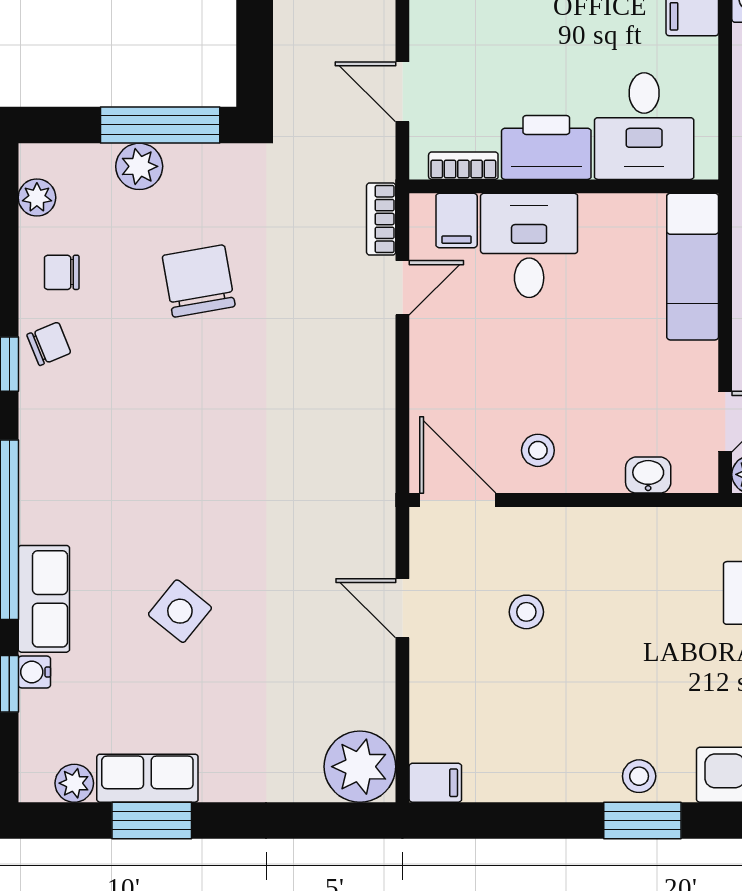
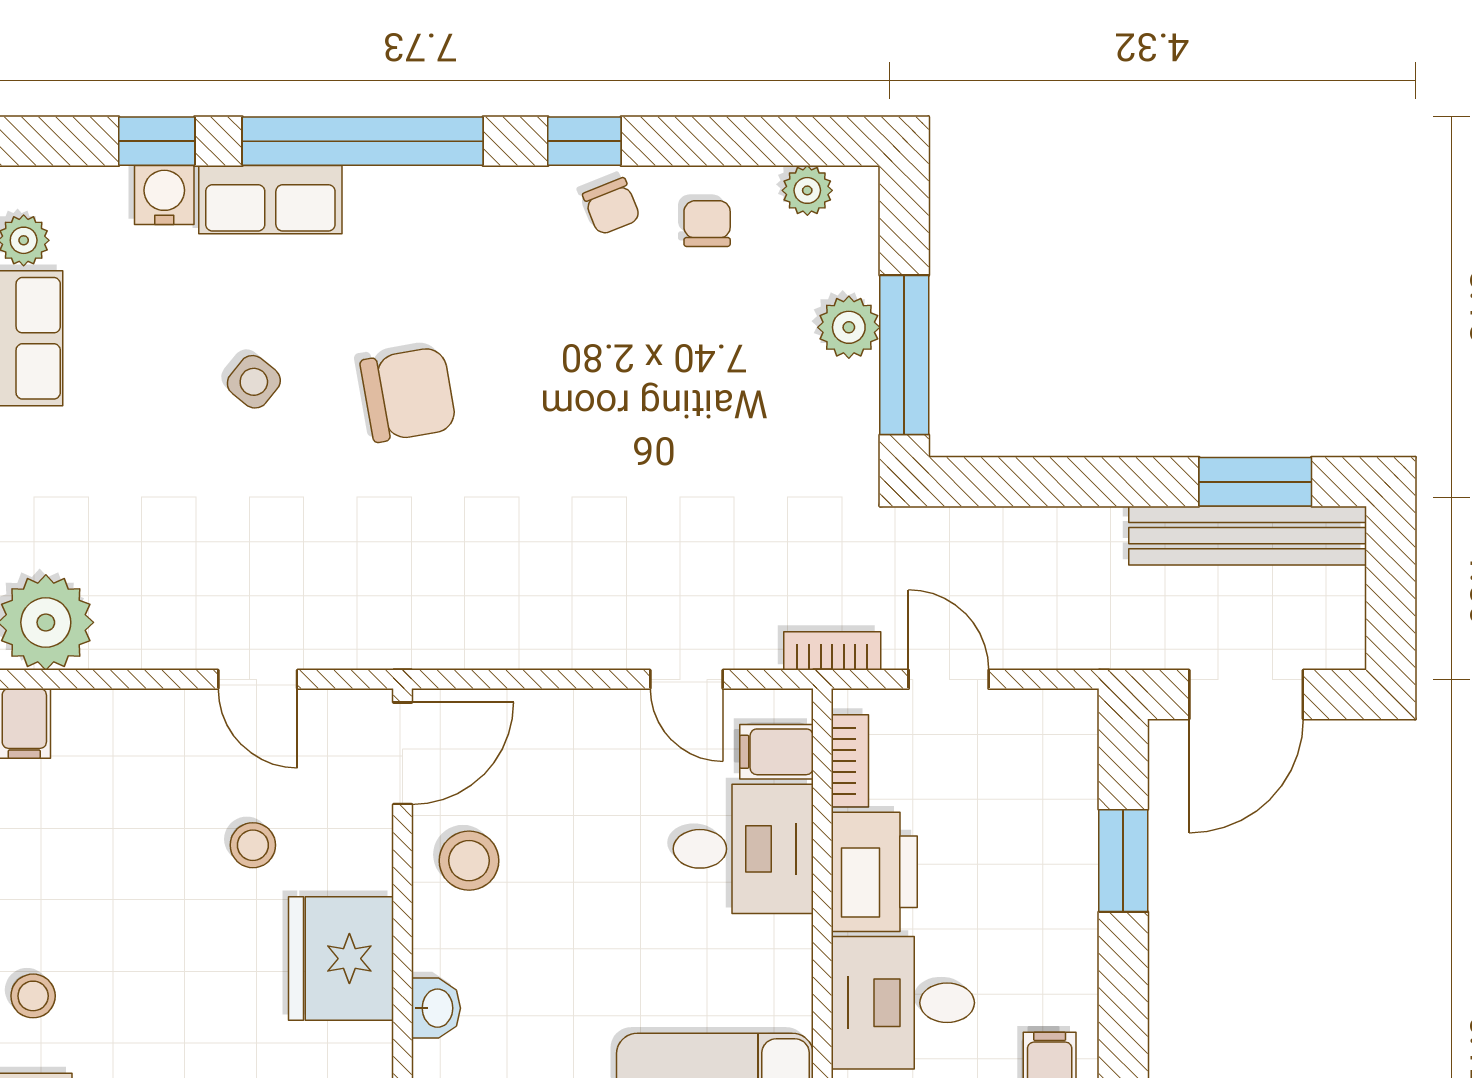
door: (402, 92) -> (949, 679), hinge flipped
bookcase: (381, 219) -> (832, 651), moved
chair: (199, 281) -> (408, 394), moved
stool: (538, 450) -> (469, 861), width x1.37, depth x1.37
fridge: (611, 546) -> (341, 959), added
door: (402, 608) -> (258, 679), swing flipped
side table: (180, 611) -> (254, 382), width x0.73, depth x0.73
water cooler: (34, 672) -> (164, 195), width x1.38, depth x1.38

